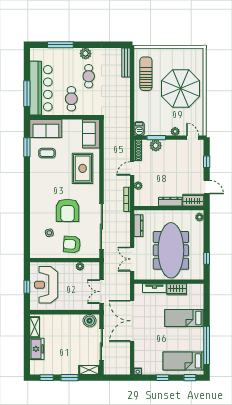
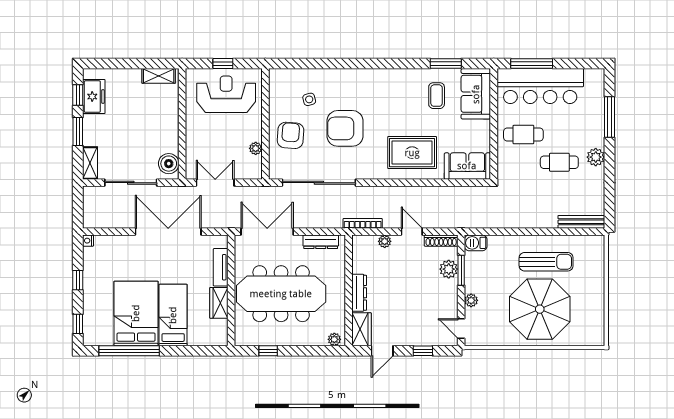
sun lounger: (146, 74) -> (546, 262), moved
door: (193, 138) -> (461, 328), swing flipped
double door: (132, 259) -> (267, 232), width x1.37
freezer: (37, 349) -> (94, 97), moved, turned -90
bed: (183, 361) -> (136, 313), moved, width x1.50

